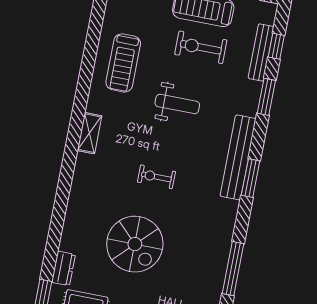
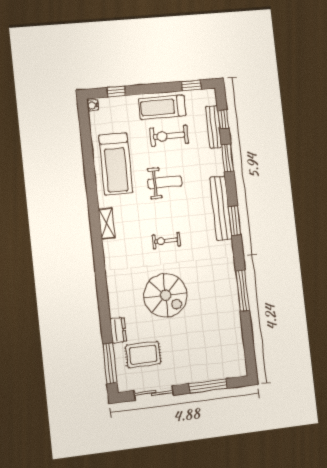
treadmill: (123, 63) -> (116, 164), width x1.37, depth x1.38

